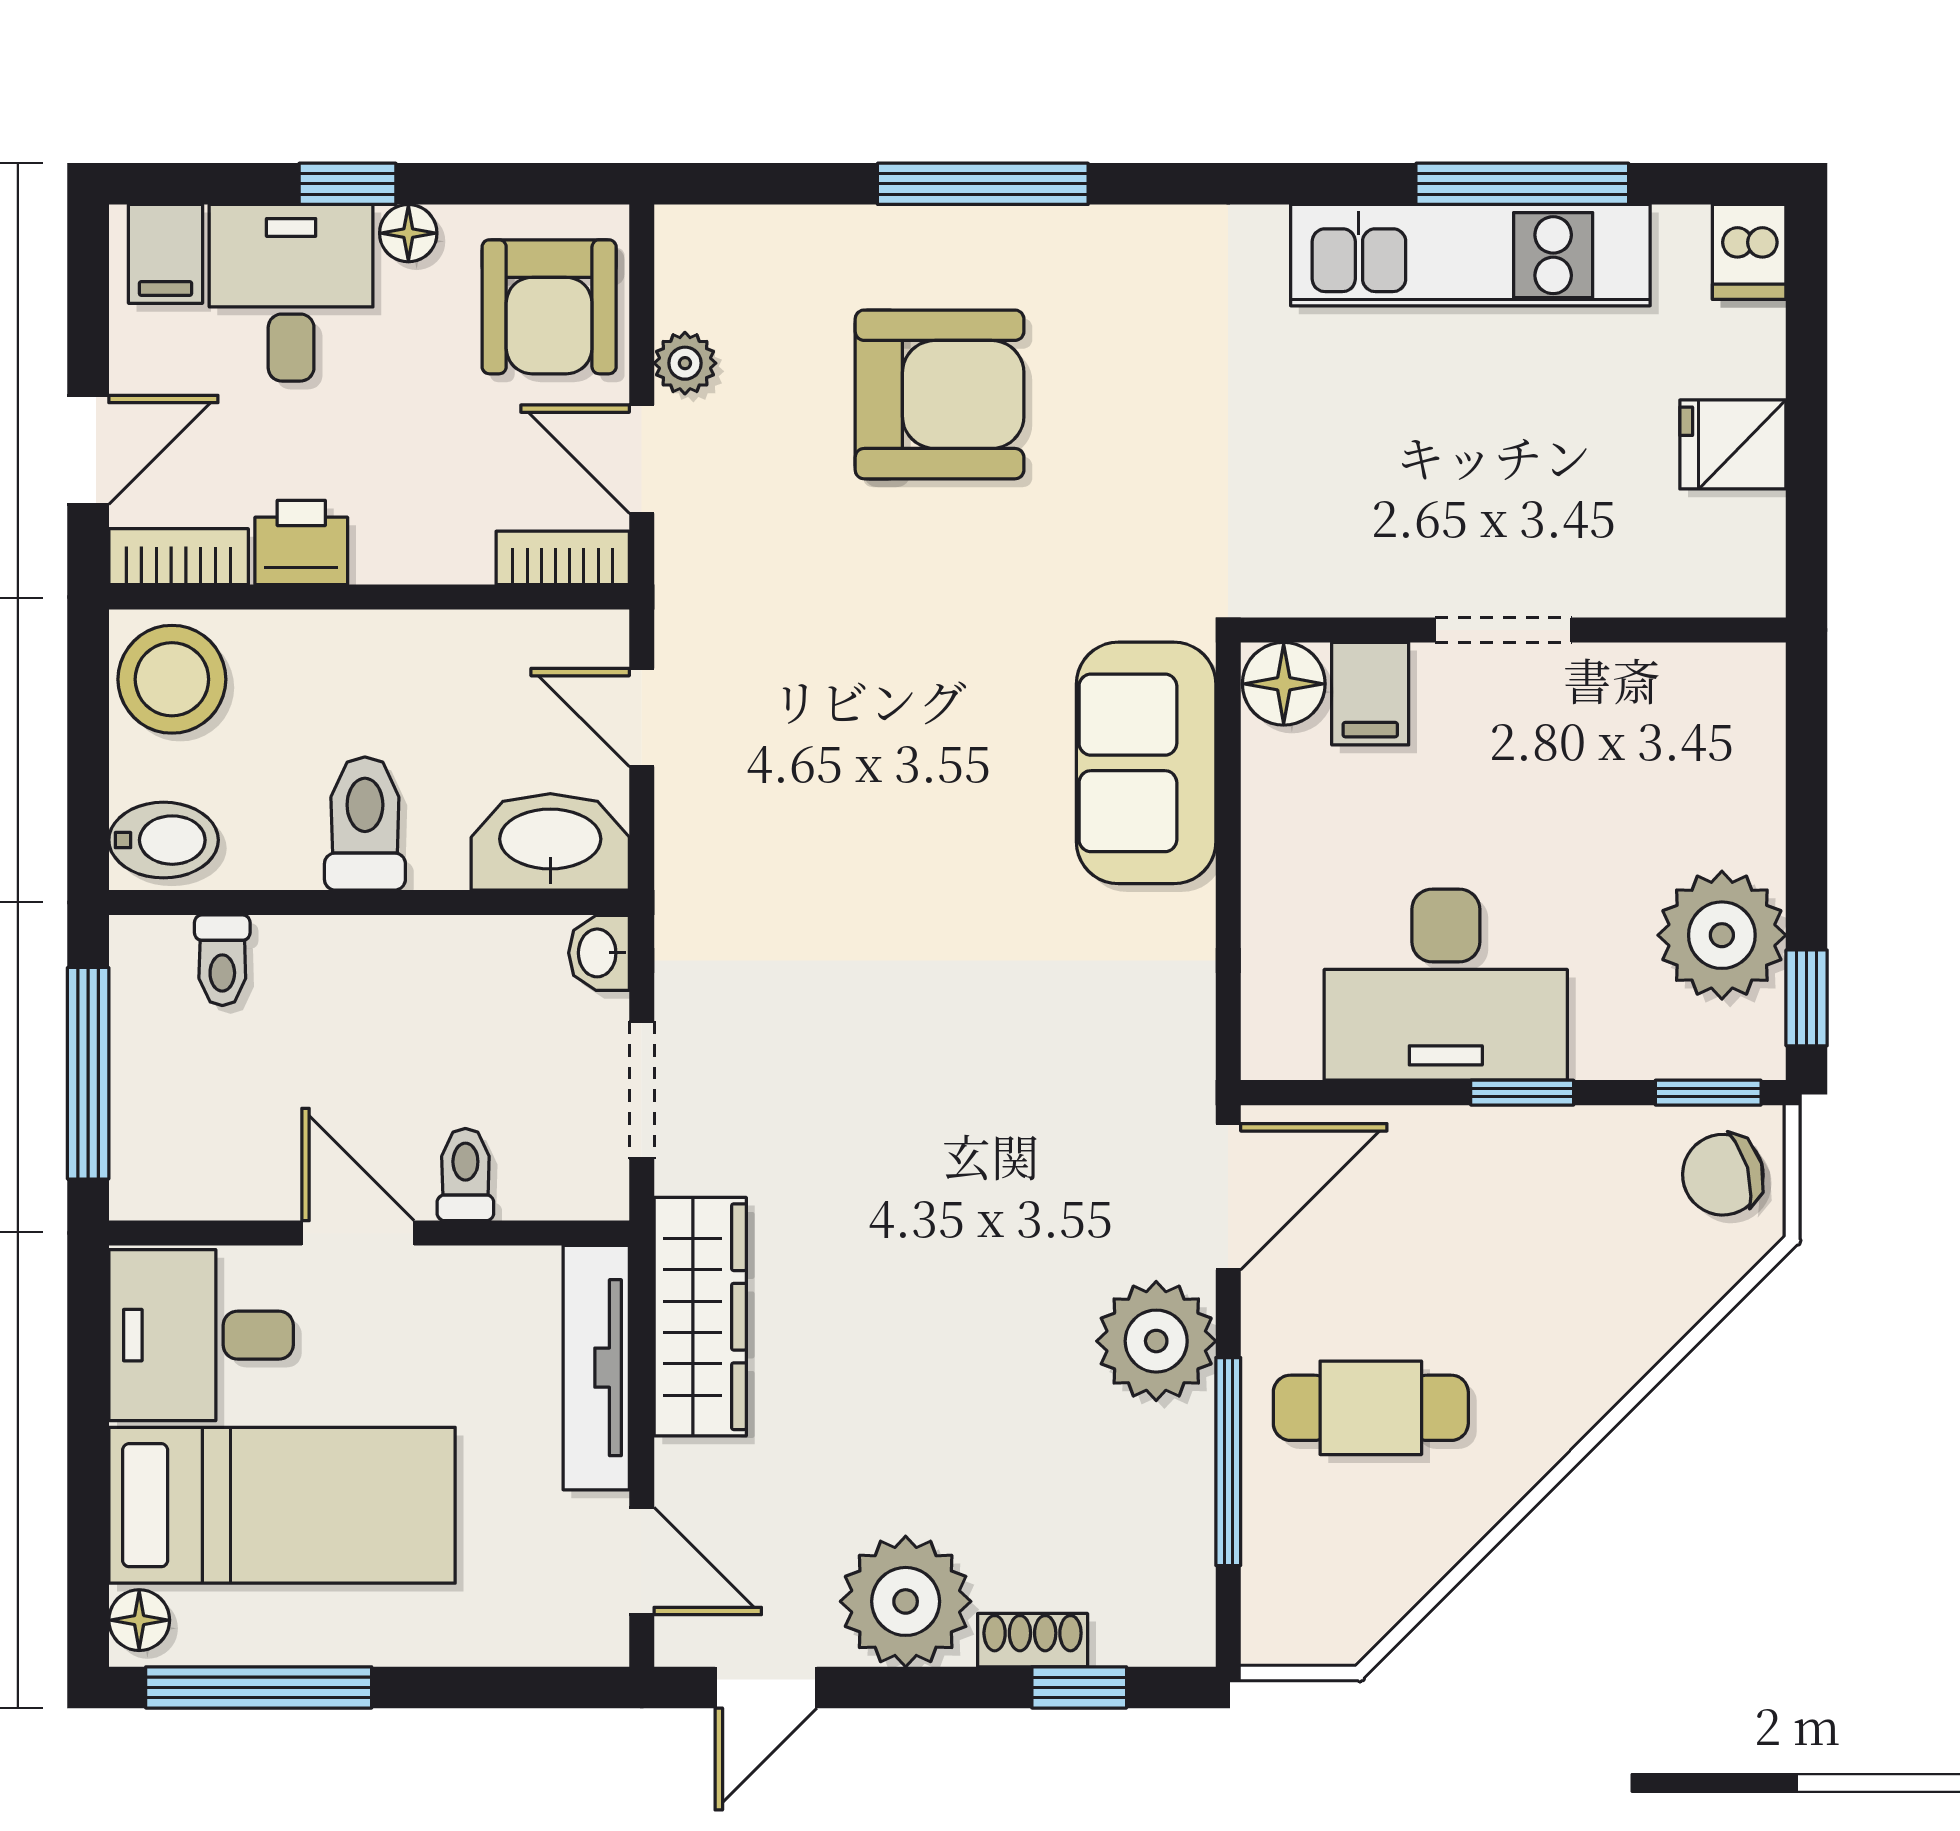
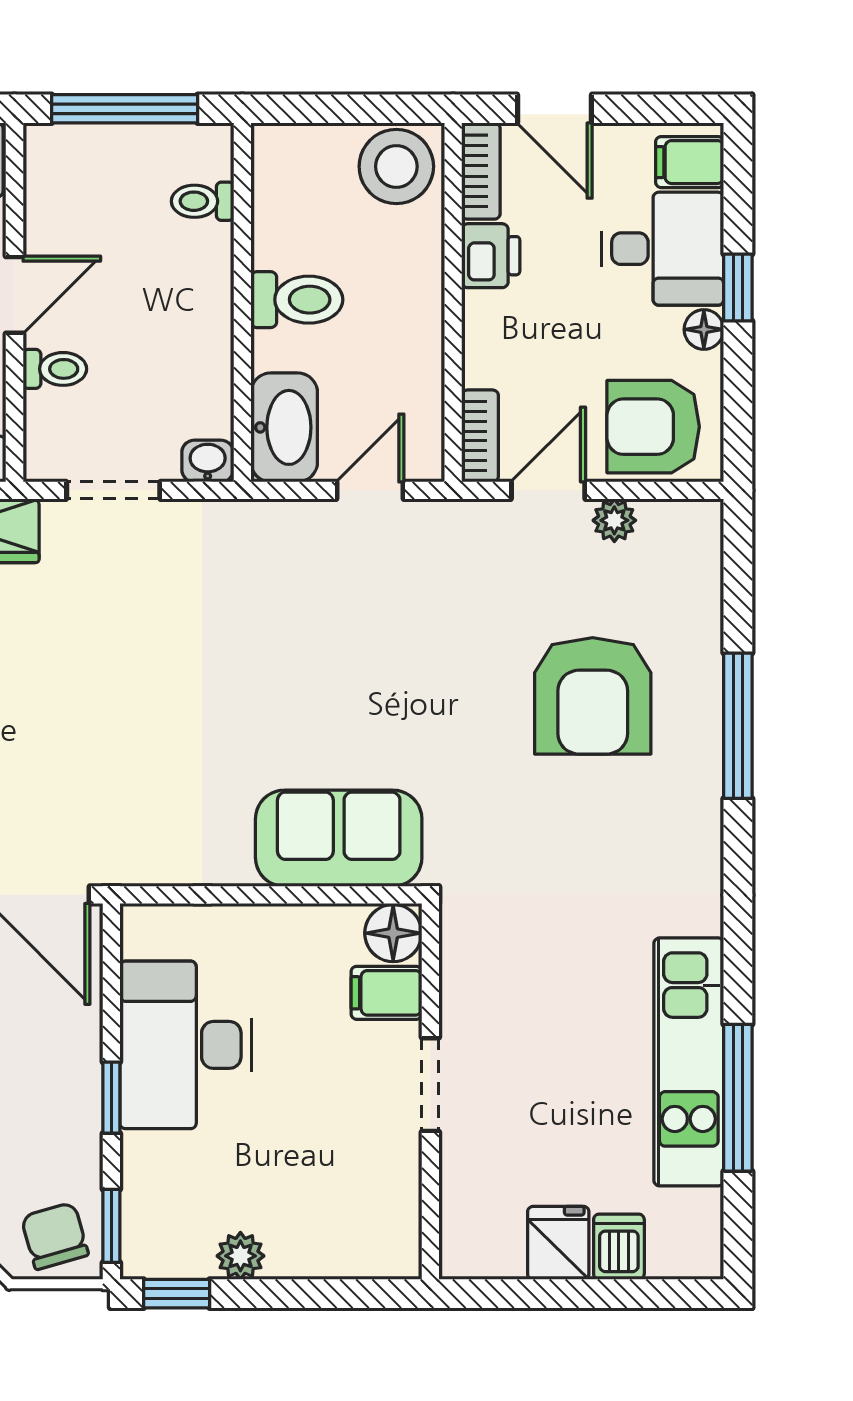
dishwasher: (1749, 252) -> (619, 1247), moved, turned 90
bidet: (164, 840) -> (285, 161), removed
plant: (1722, 935) -> (240, 1256), width x0.53, depth x0.53

